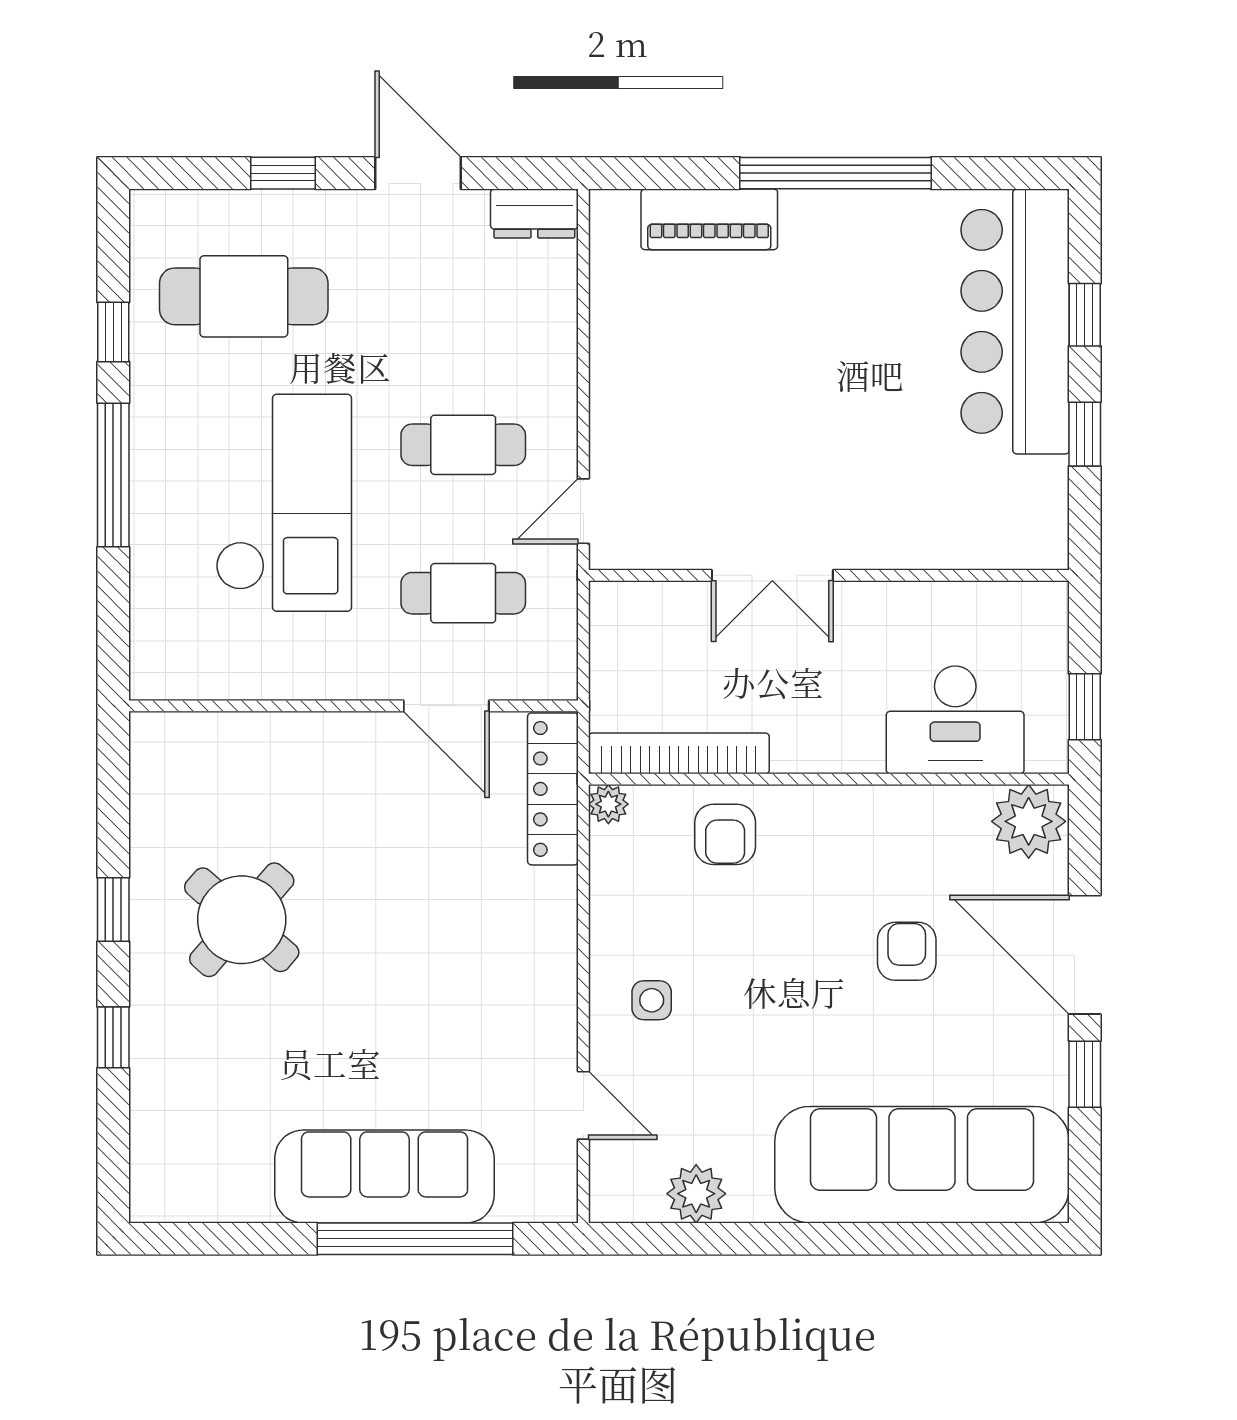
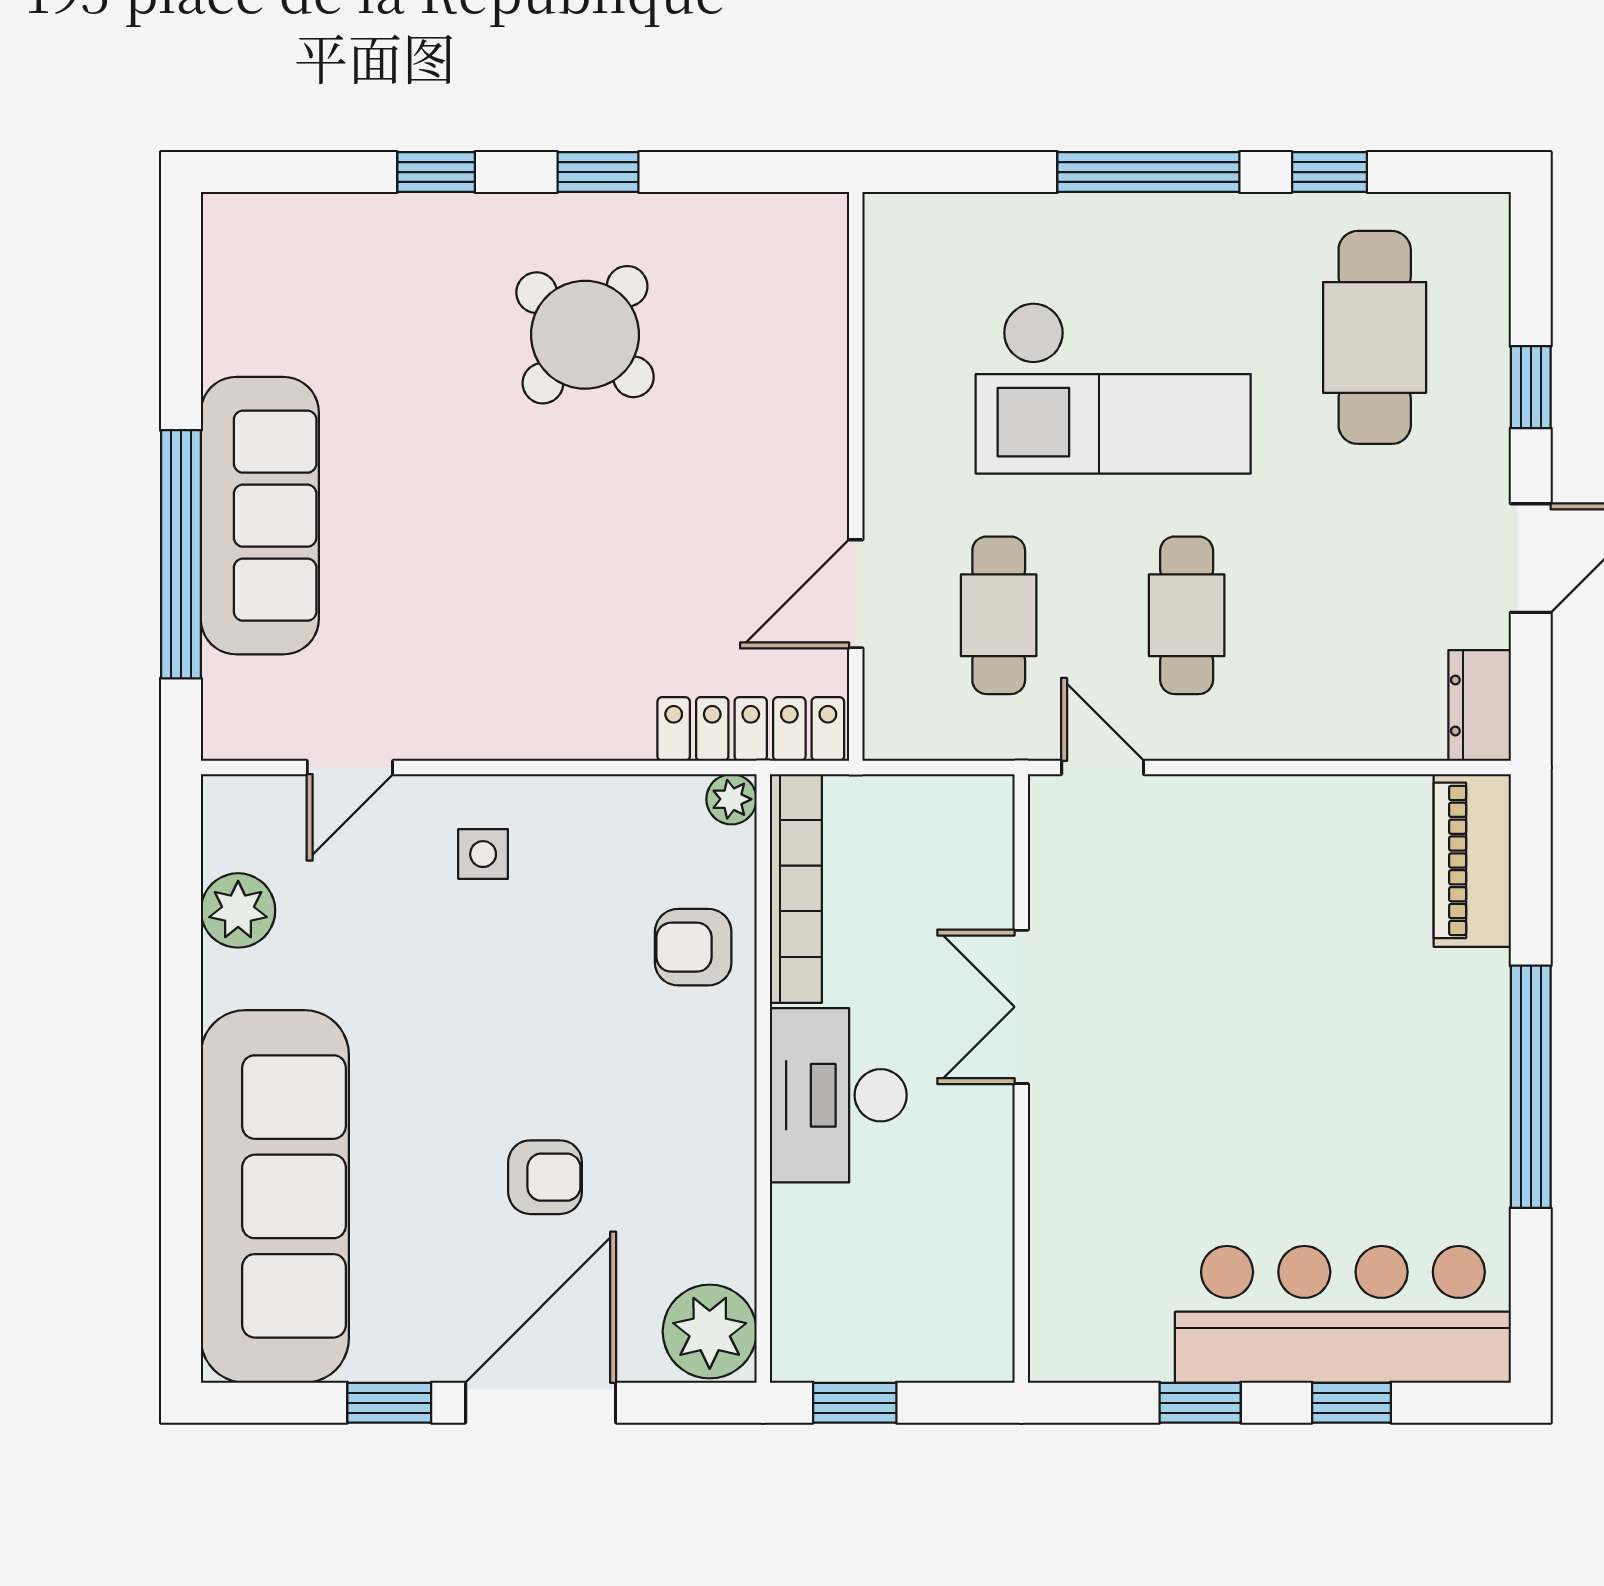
piano: (709, 219) -> (1472, 860), moved
desk: (955, 720) -> (838, 1095), moved

